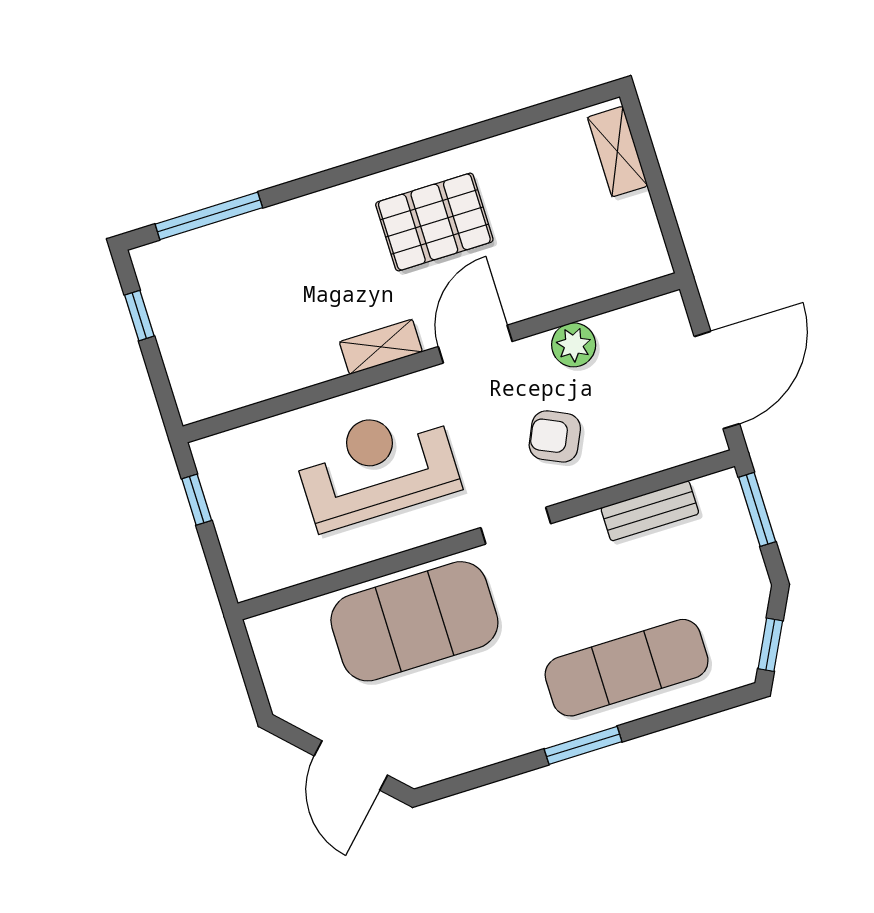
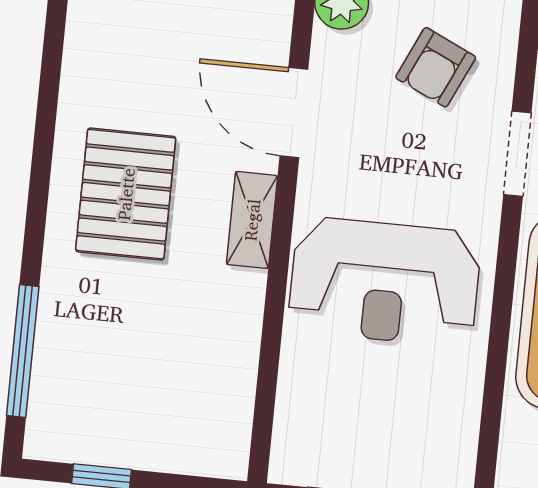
pallet: (434, 222) -> (126, 194), moved
reception desk: (377, 467) -> (385, 282), turned -90

